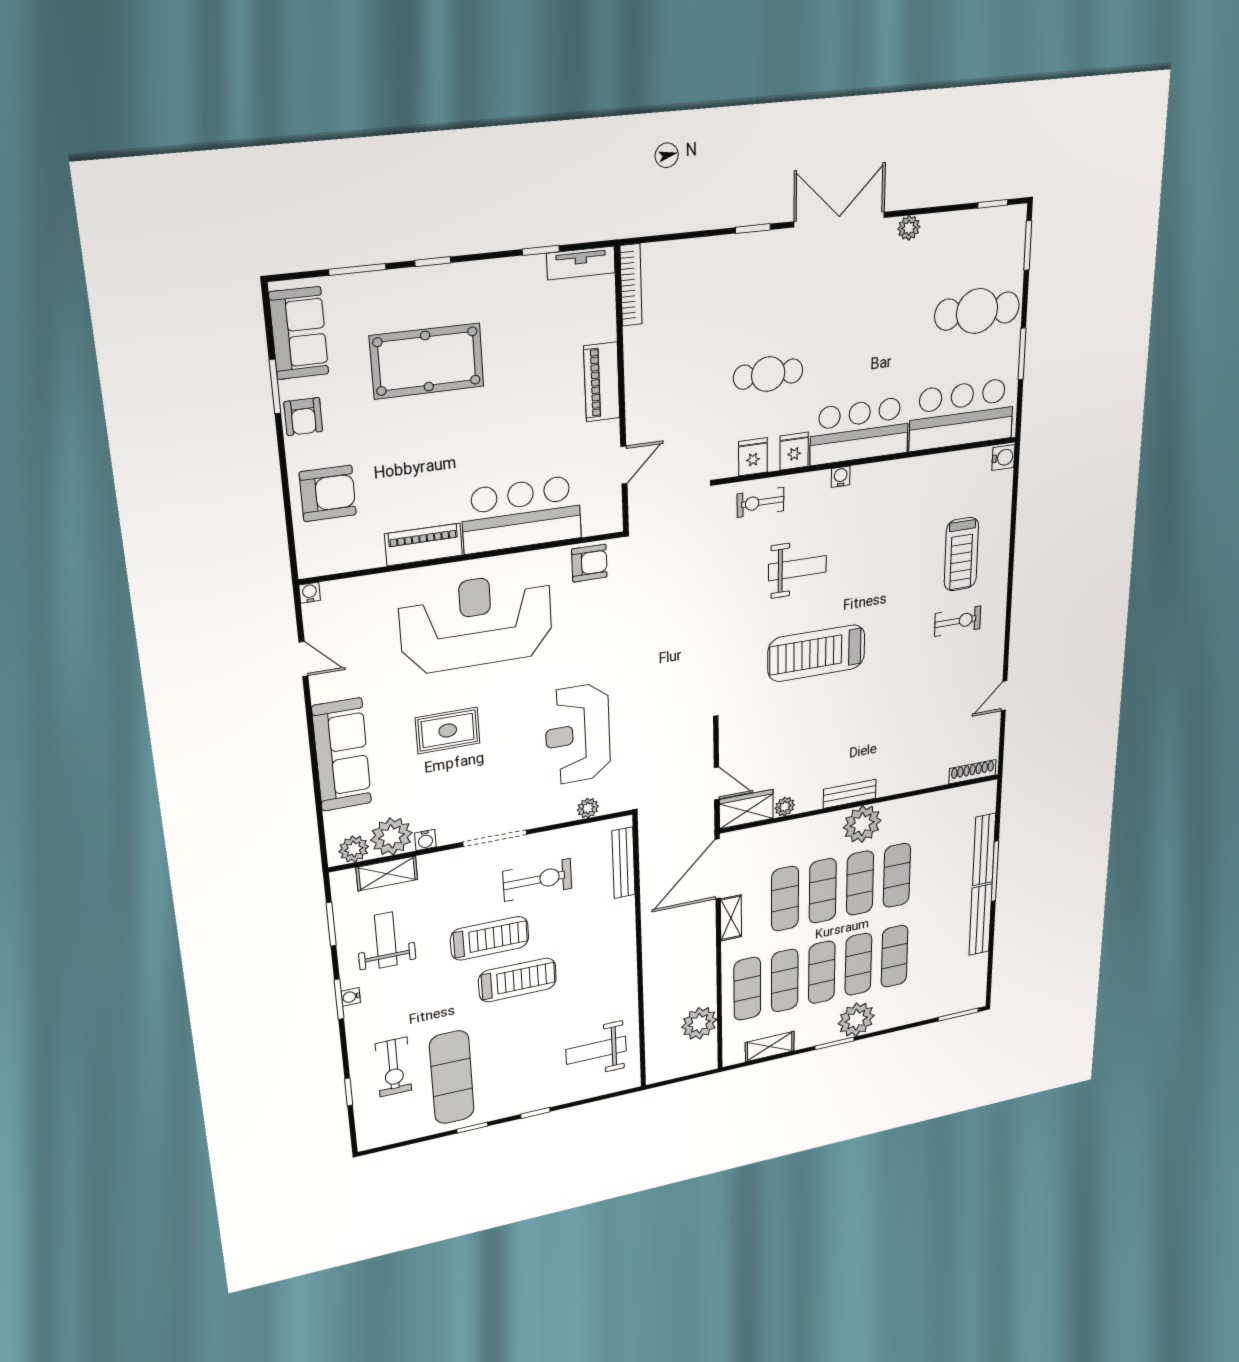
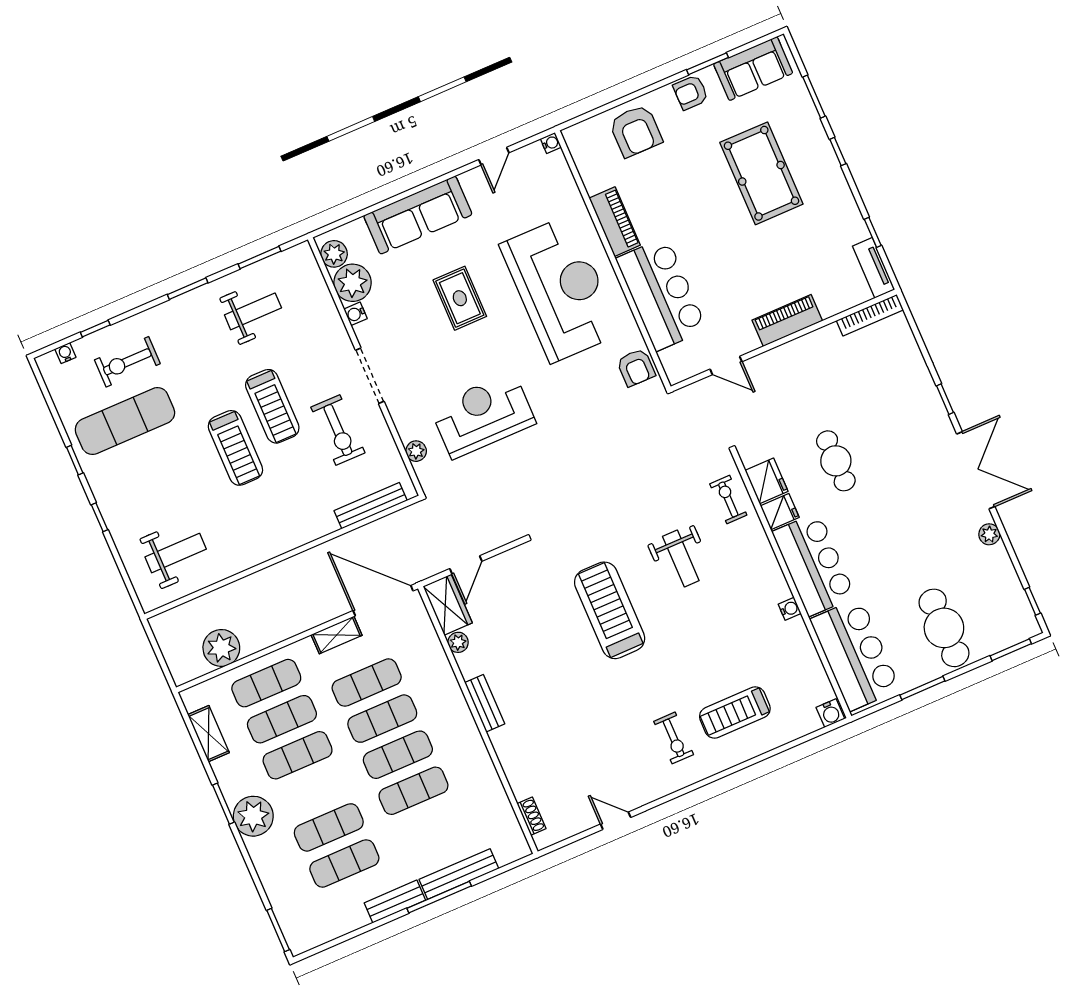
fridge: (753, 457) -> (767, 481), width x1.38
water cooler: (841, 477) -> (790, 609), moved
shoe rack: (972, 772) -> (531, 816), width x0.70
plant: (862, 824) -> (458, 730), removed
shelving: (387, 873) -> (317, 291), removed
bench: (980, 920) -> (395, 902), width x0.73
exercise mat: (858, 964) -> (344, 863), moved
water cooler: (351, 997) -> (65, 353), moved
weight bench: (596, 1050) -> (176, 553), turned 90

